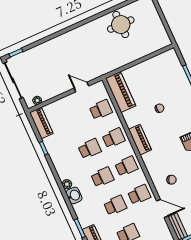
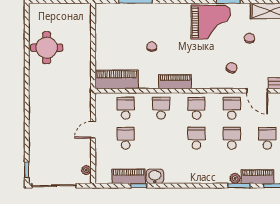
door: (81, 87) -> (93, 130), moved
piano: (41, 123) -> (129, 176), moved
school desk: (90, 149) -> (126, 138), moved
plant: (67, 184) -> (235, 178), moved
washbasin: (74, 195) -> (155, 176), moved
door: (162, 208) -> (257, 91), swing flipped

